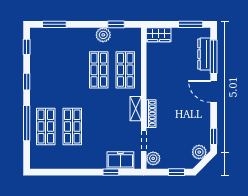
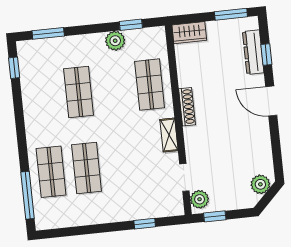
window: (214, 57) -> (266, 55), width x0.46
shop shelf: (99, 70) -> (79, 92), moved
window: (27, 82) -> (19, 114), removed
shoe rack: (151, 114) -> (187, 107), moved
window: (27, 123) -> (28, 195), moved
window: (214, 136) -> (278, 161), removed
freezer: (120, 160) -> (156, 206), removed
window: (176, 172) -> (215, 216), moved

